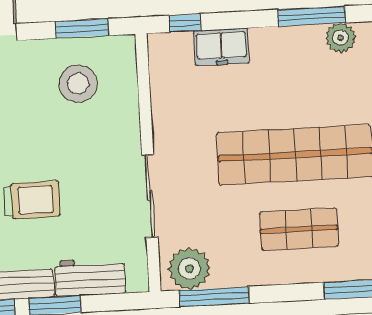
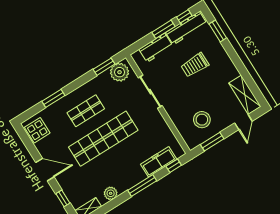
window: (312, 16) -> (142, 186), moved
freezer: (221, 47) -> (159, 162), width x1.40
window: (214, 297) -> (104, 67), width x0.69

